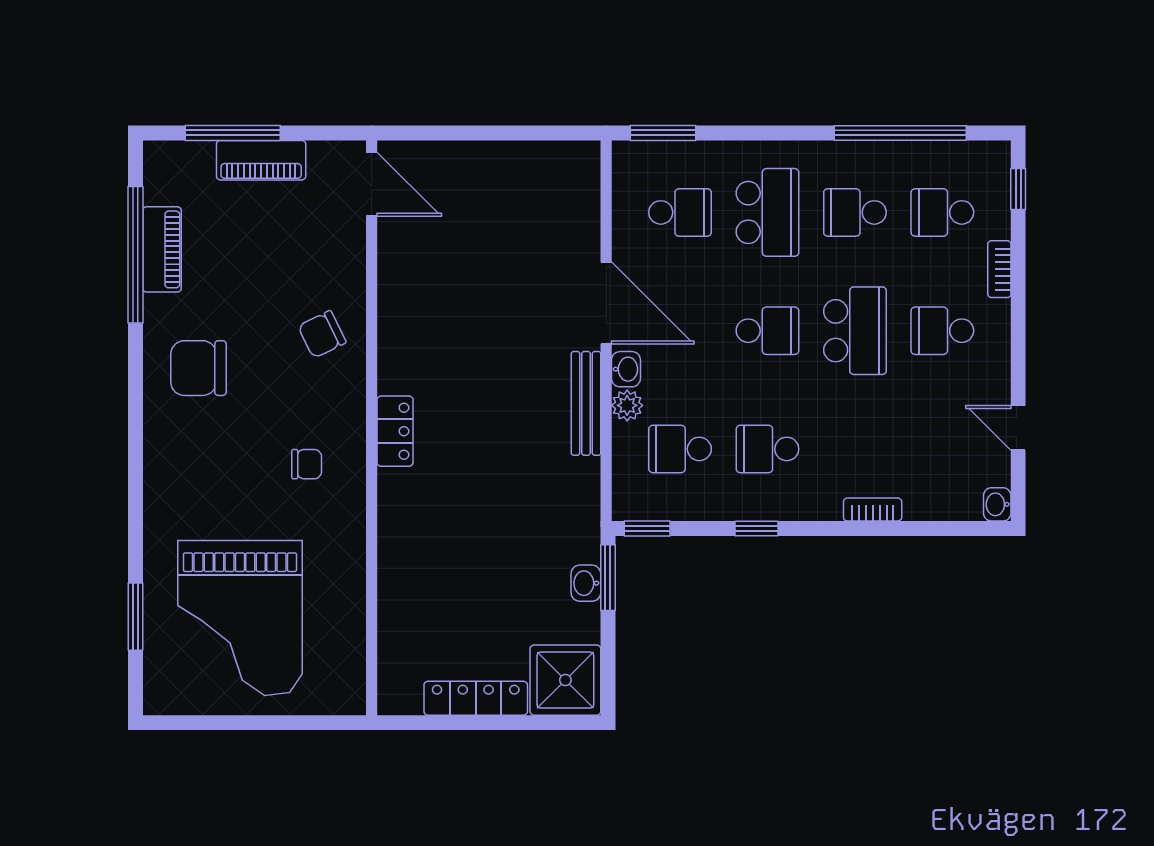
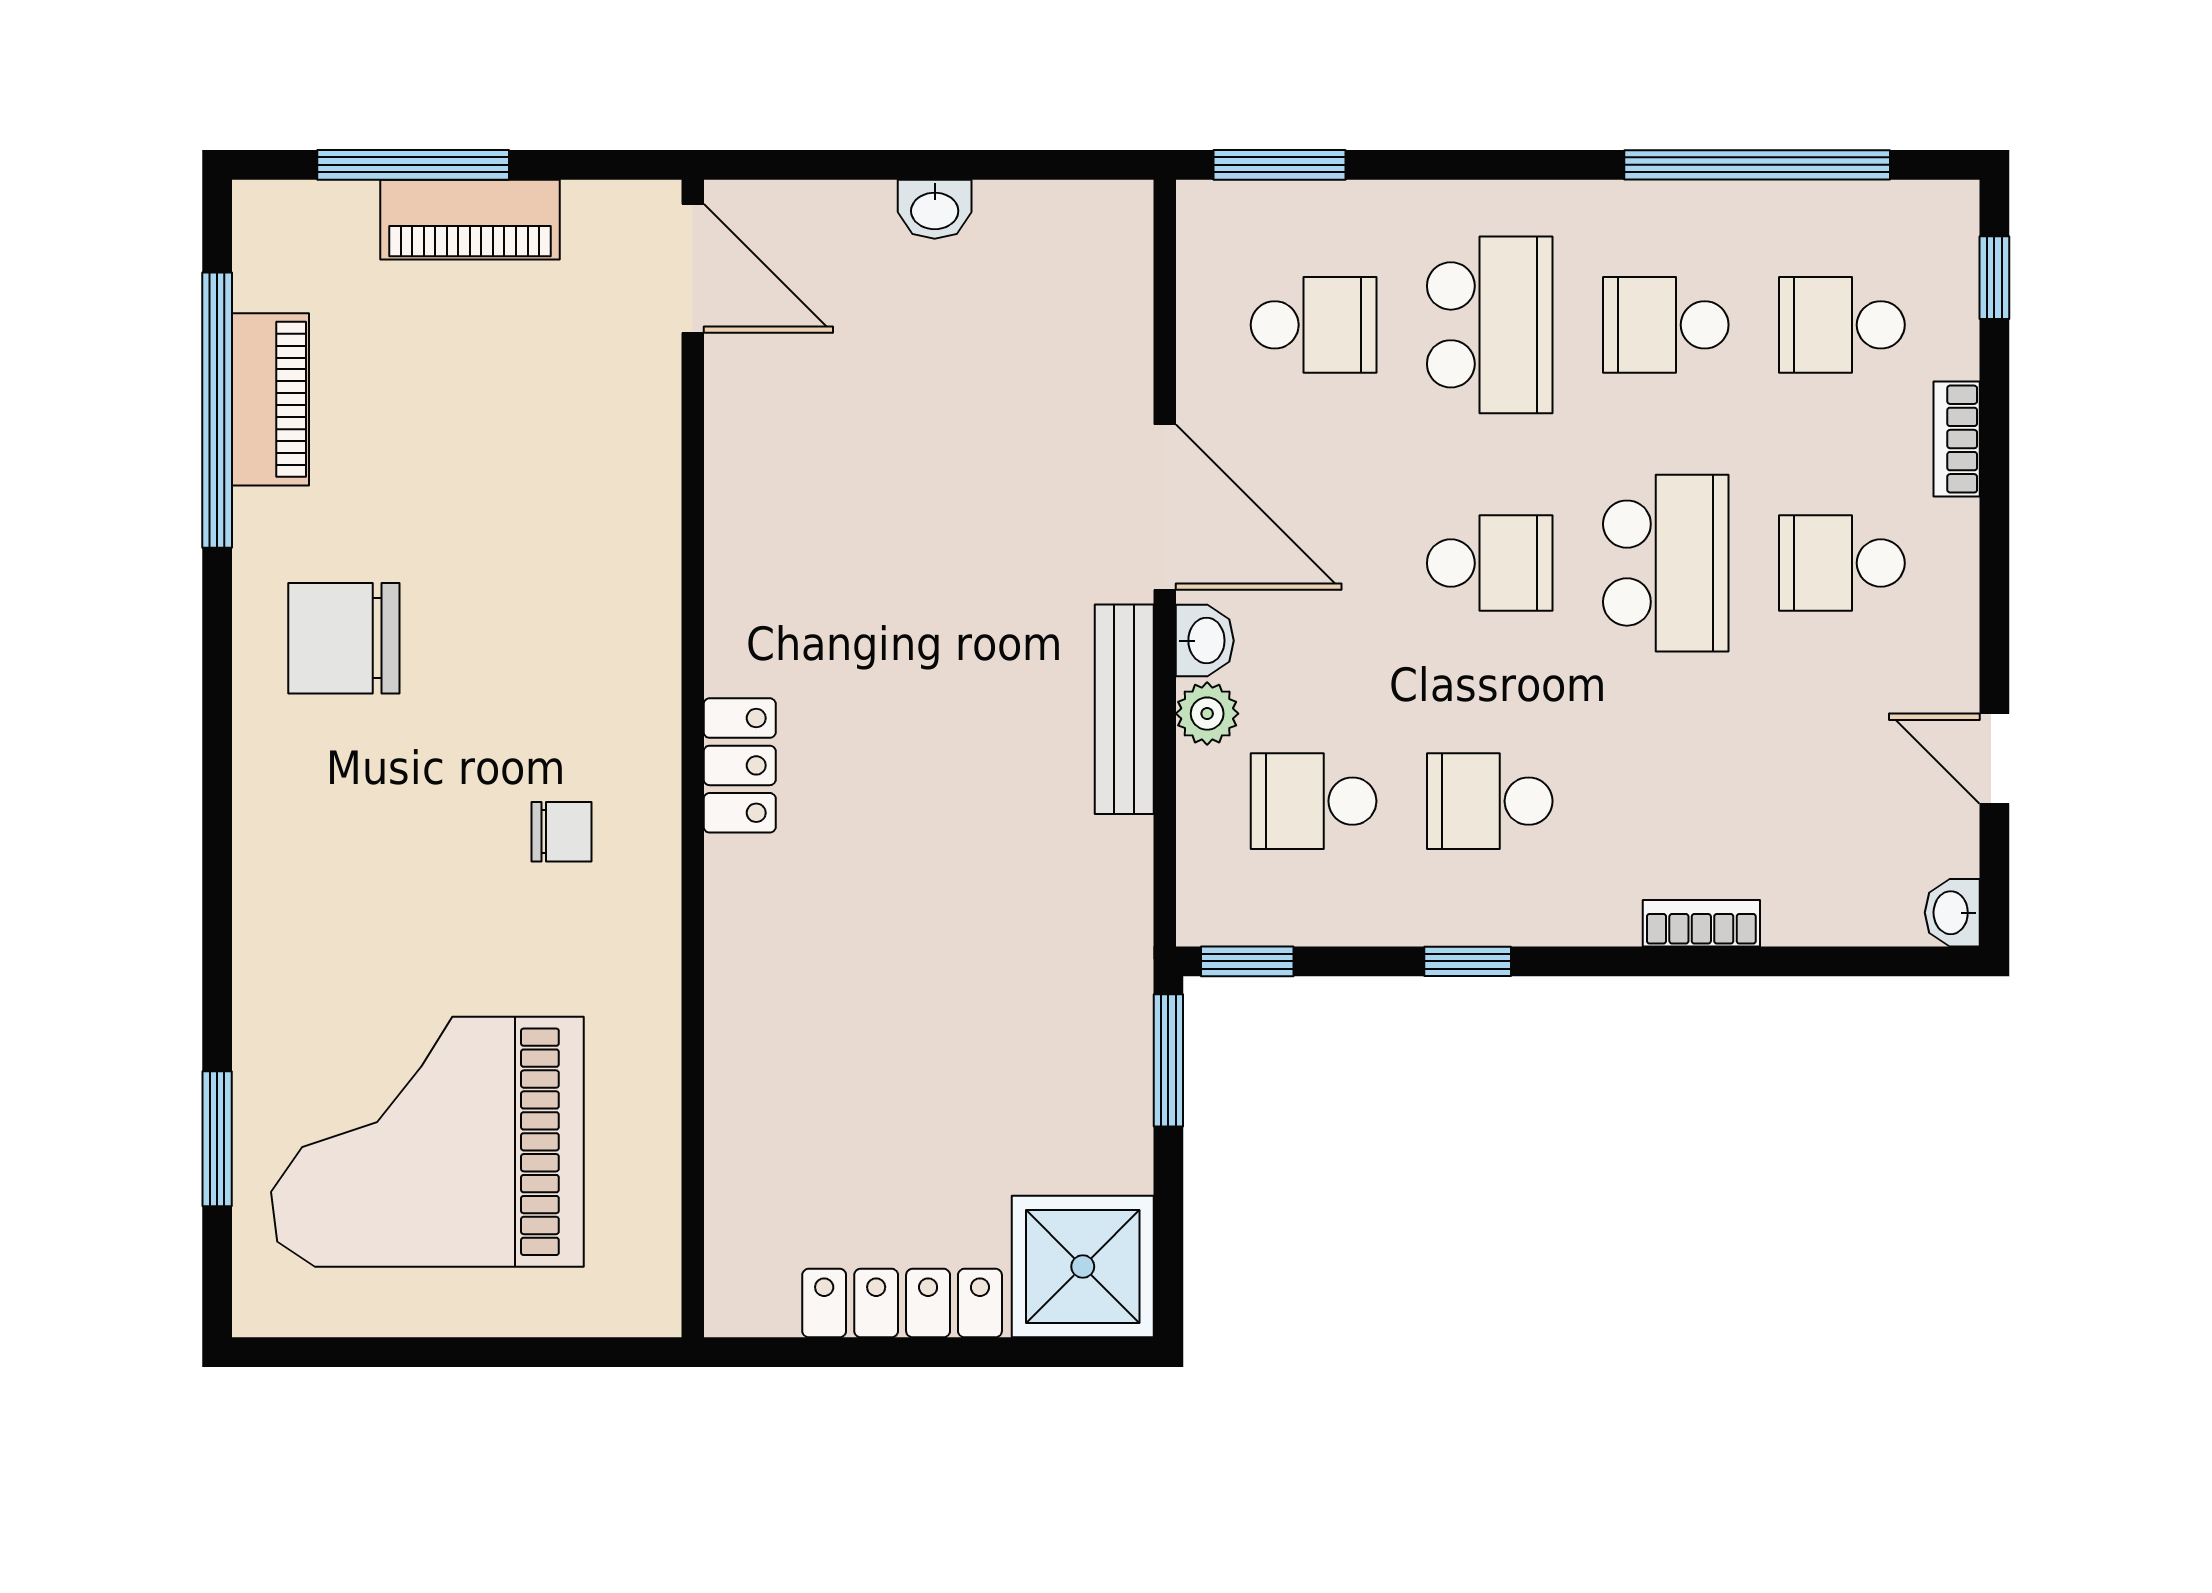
chair: (322, 334) -> (593, 570), removed
washbasin: (586, 583) -> (935, 209), moved, turned -90
grand piano: (240, 618) -> (427, 1142), turned 90

